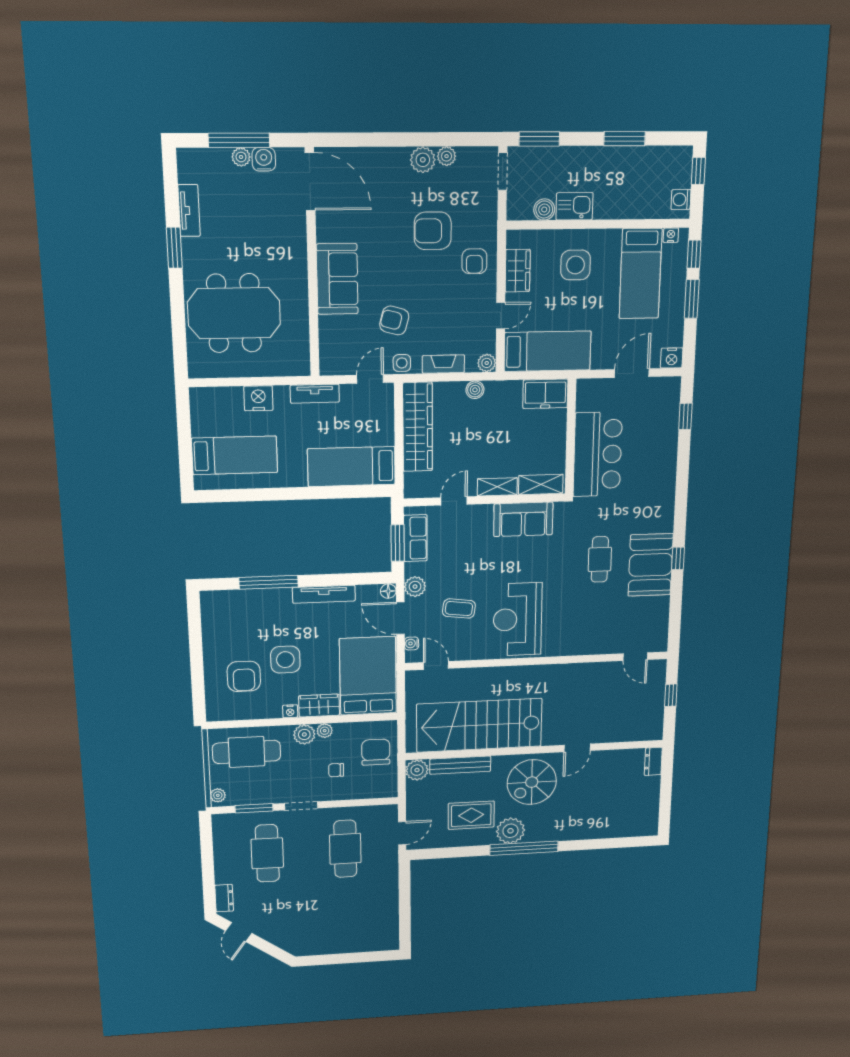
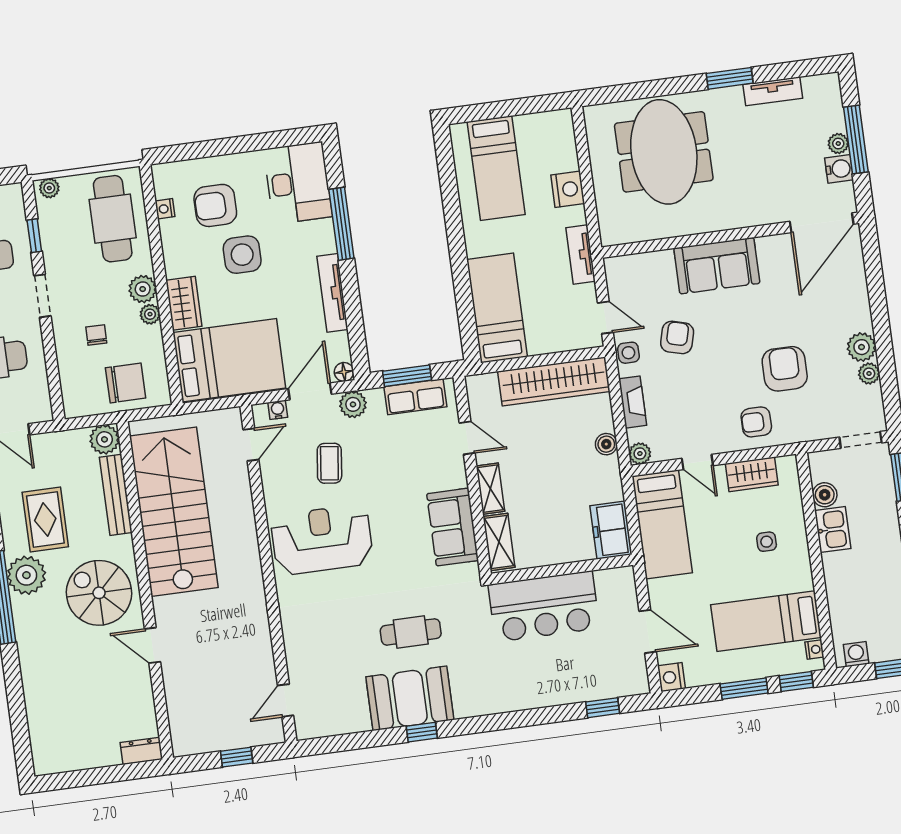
side table: (575, 265) -> (767, 542), width x0.54, depth x0.54
desk: (232, 613) -> (298, 183), added
nightstand: (290, 711) -> (165, 209), moved
window: (254, 808) -> (34, 236), width x0.67

